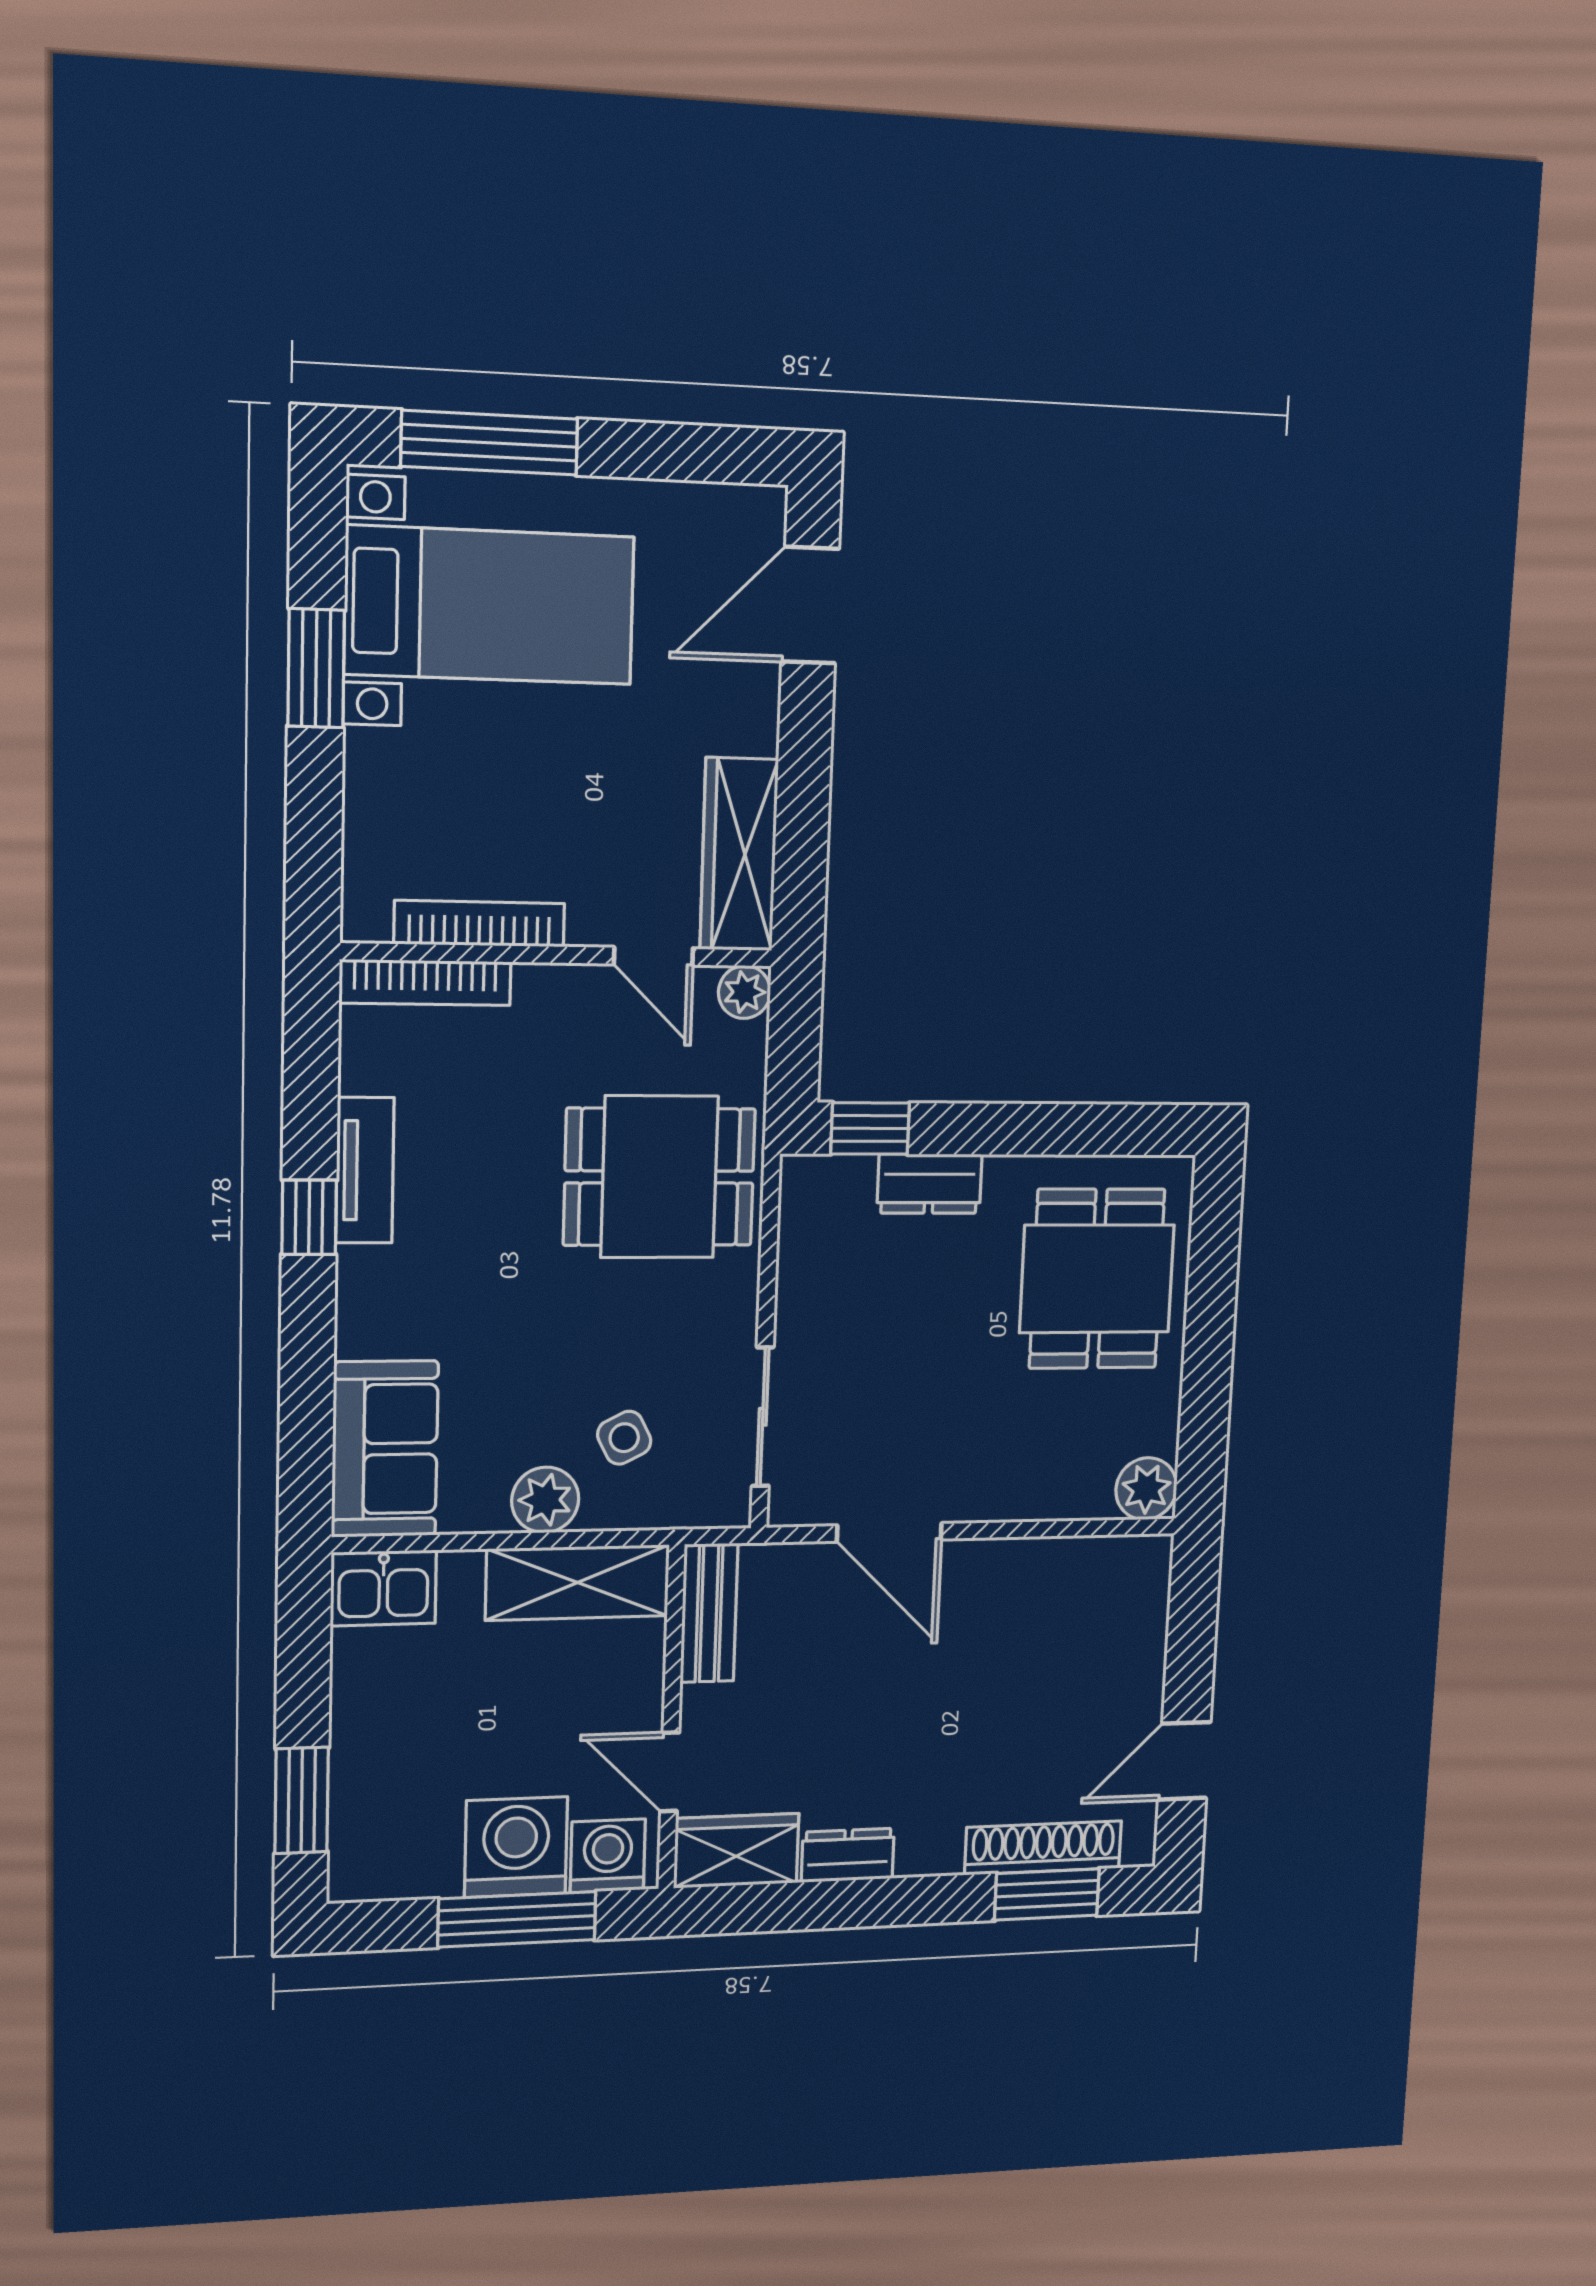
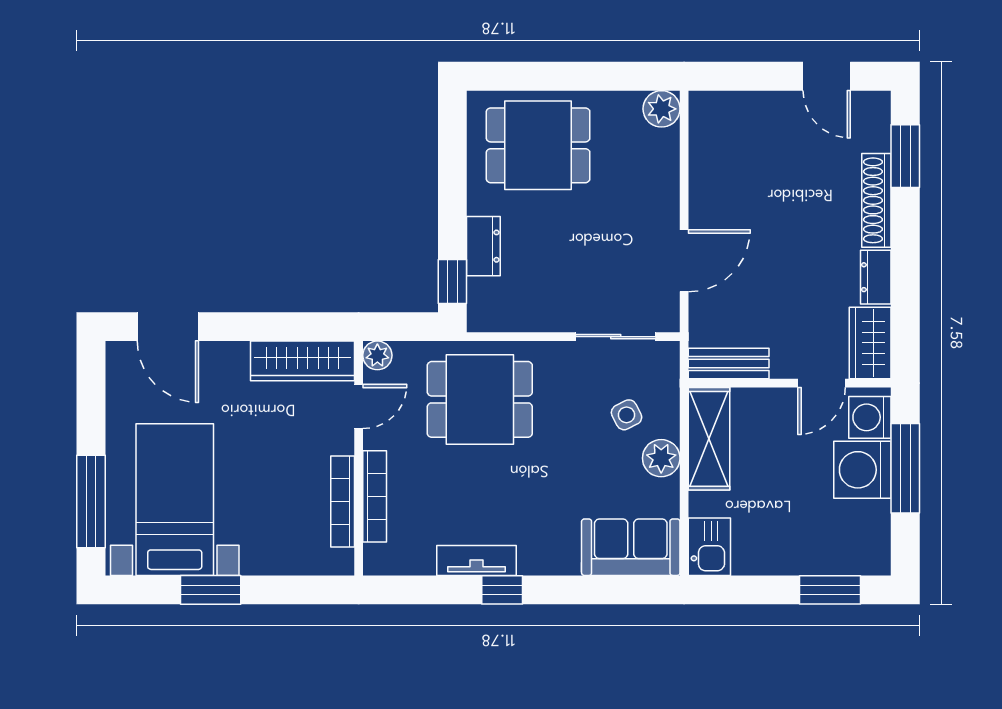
bookcase: (425, 982) -> (375, 496), moved
dining table: (659, 1177) -> (480, 399), turned 90
shoe rack: (1043, 1848) -> (876, 200), moved

